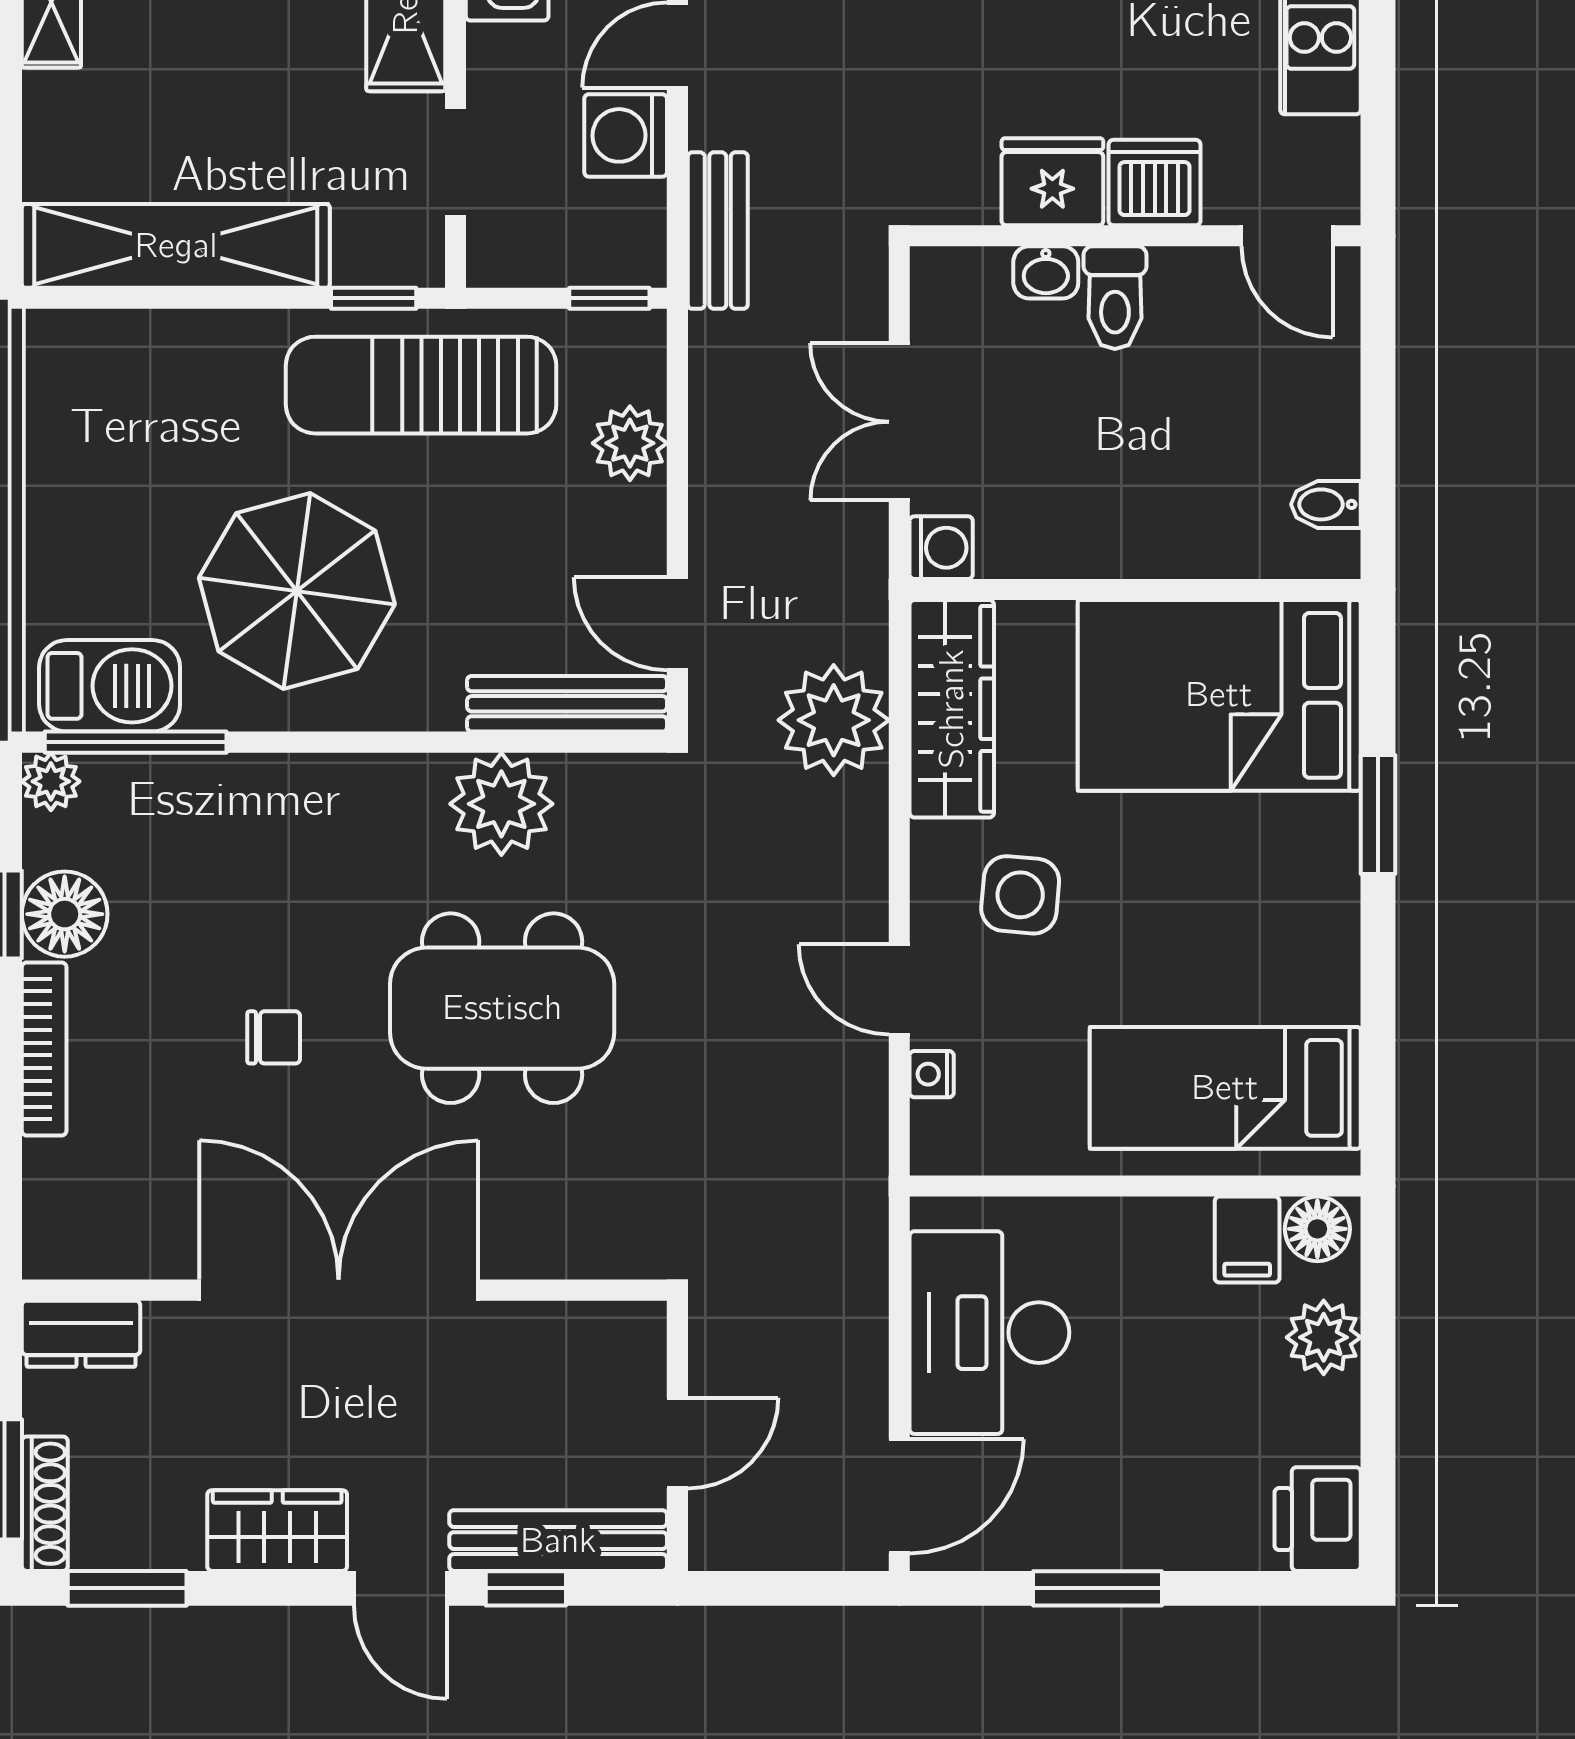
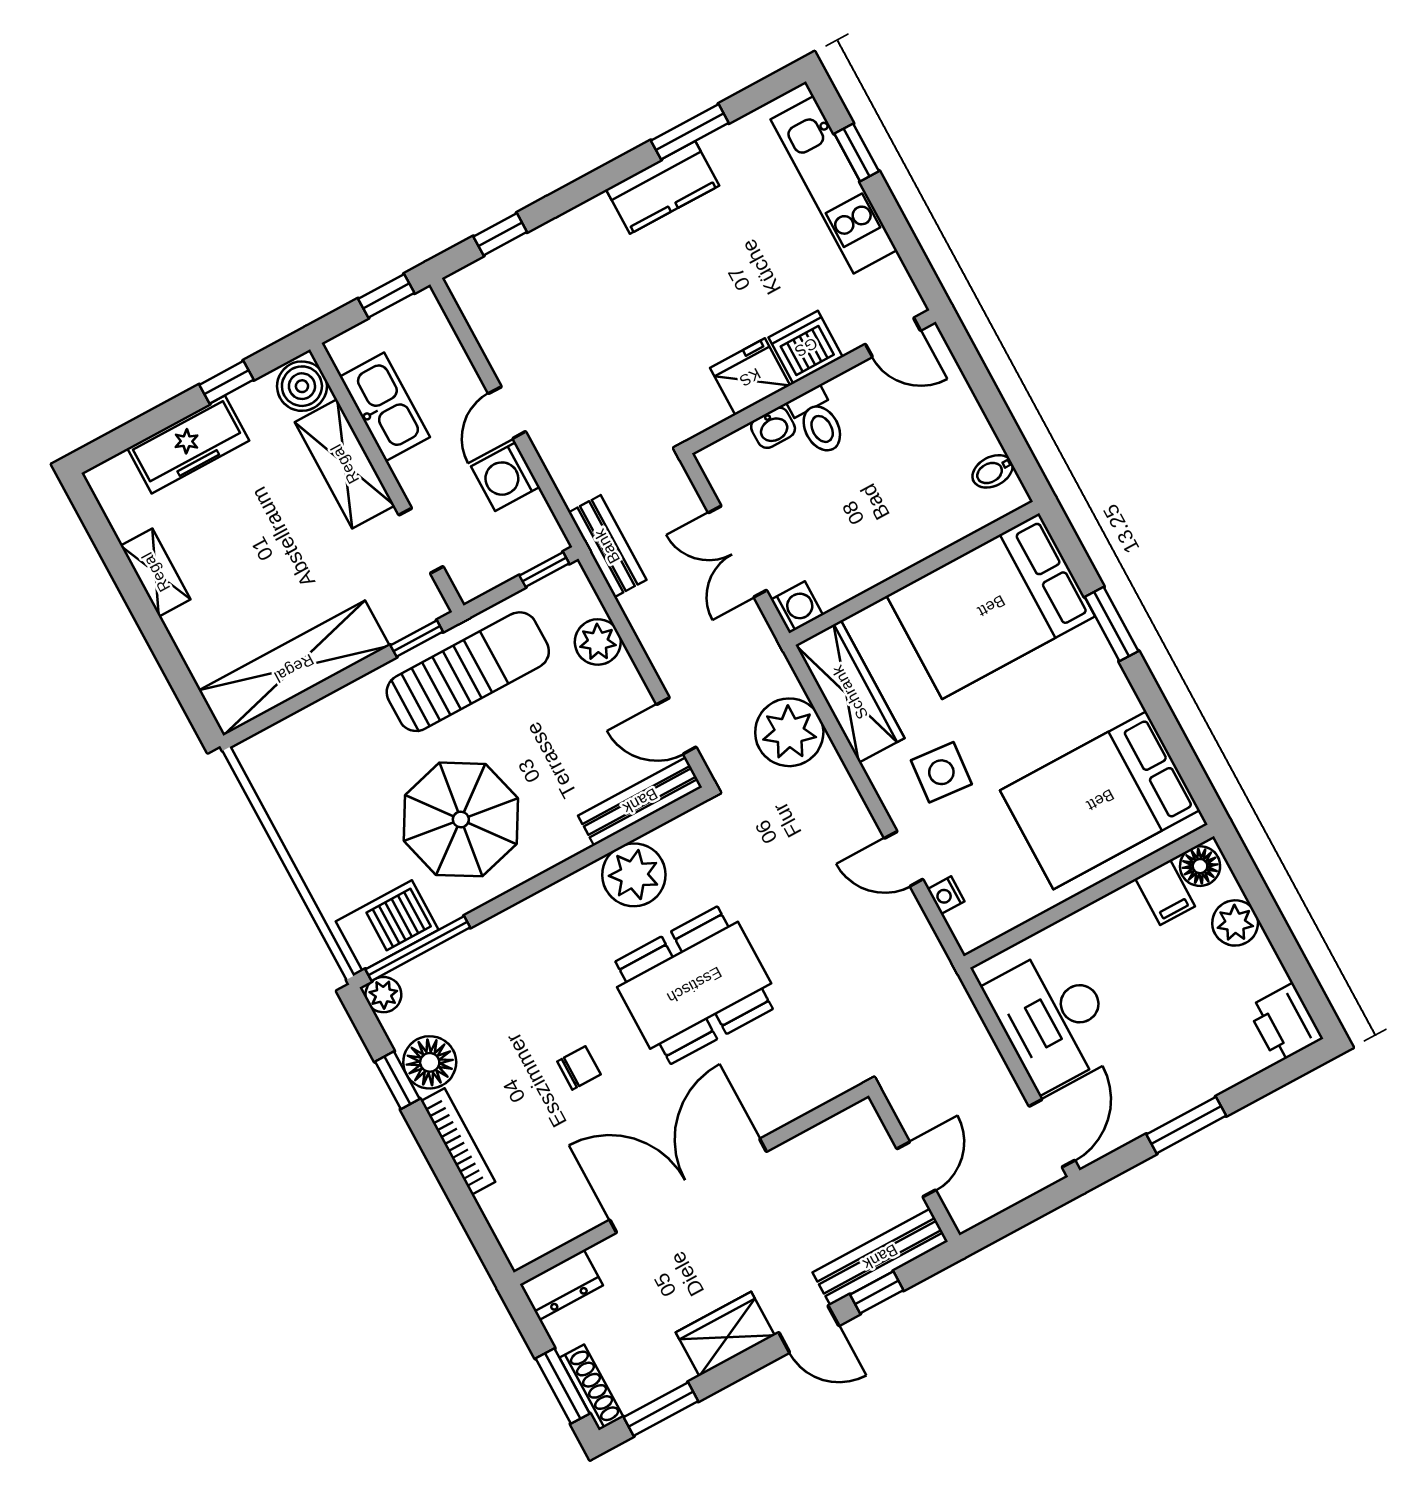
bench: (718, 231) -> (607, 546), moved
sun lounger: (421, 385) -> (468, 672), turned 180
bed: (1225, 1088) -> (1100, 800), width x1.50

